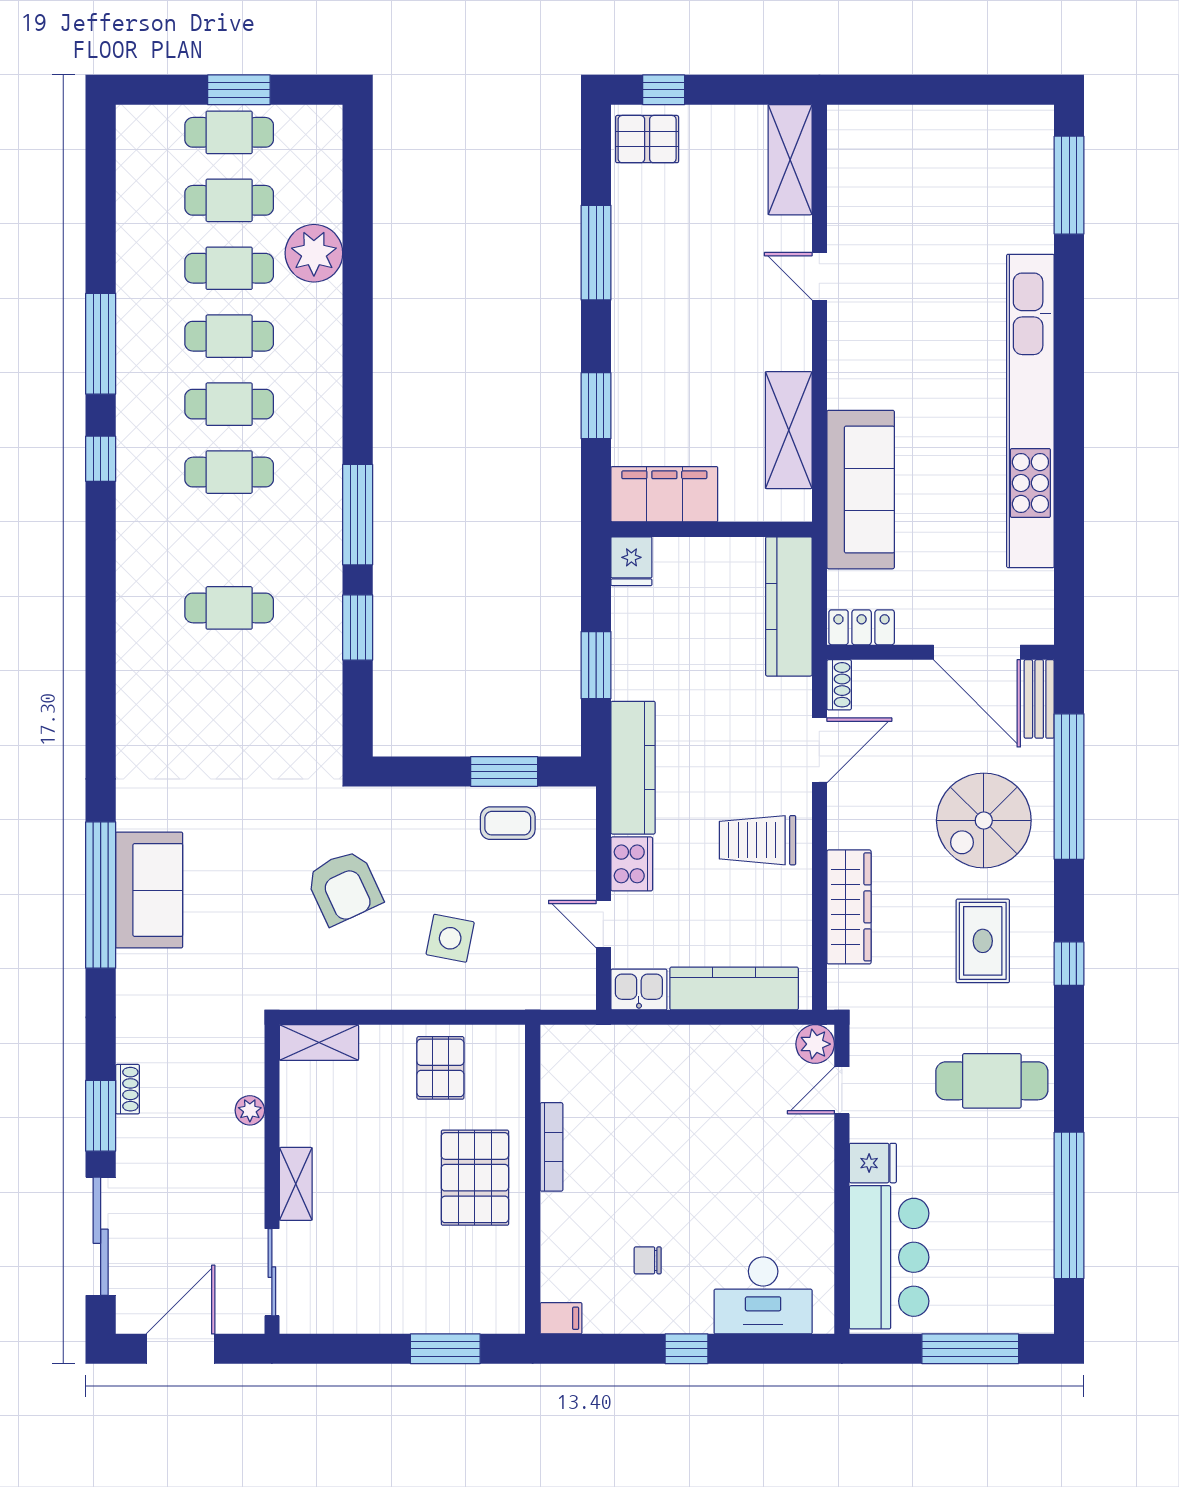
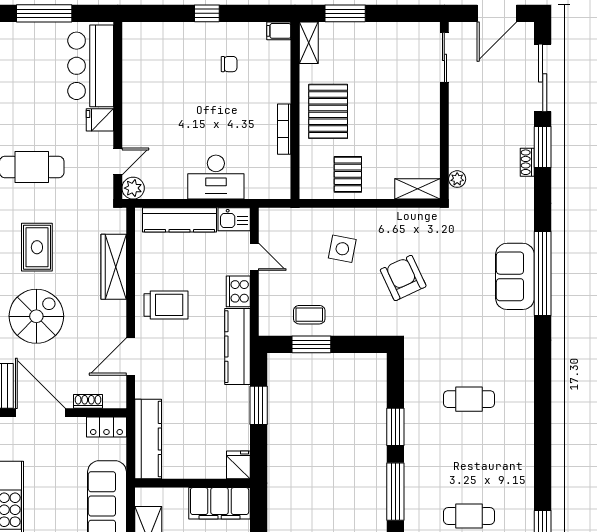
cafe table: (229, 608) -> (469, 399), moved
shoe rack: (839, 685) -> (88, 401), moved, turned 90
plant: (250, 1110) -> (457, 179), moved
shelving: (296, 1184) -> (309, 43), moved
desk: (763, 1295) -> (216, 177), moved, turned 180

